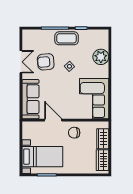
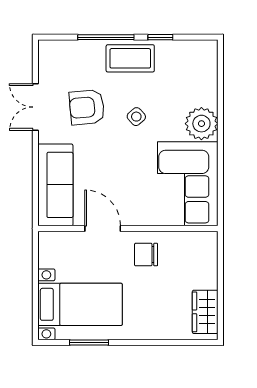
plant: (101, 57) -> (201, 124), moved
double door: (21, 62) -> (35, 107), swing flipped
wardrobe: (103, 139) -> (206, 267), removed

